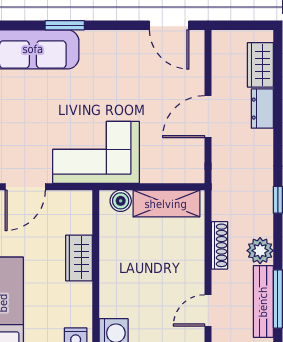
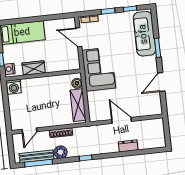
door: (169, 25) -> (161, 82), moved
wardrobe: (260, 65) -> (149, 143), removed
wardrobe: (79, 258) -> (34, 68), moved
door: (208, 310) -> (29, 130), swing flipped

